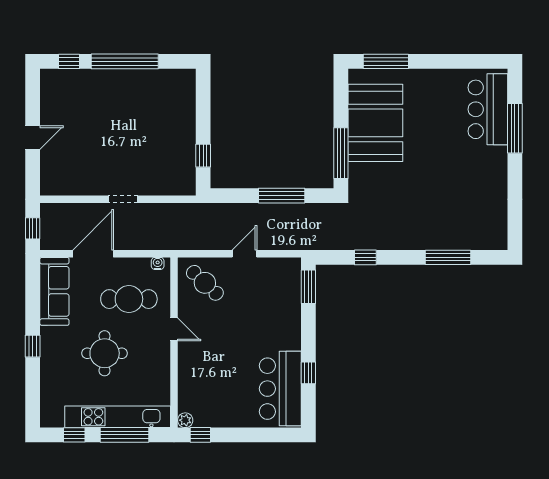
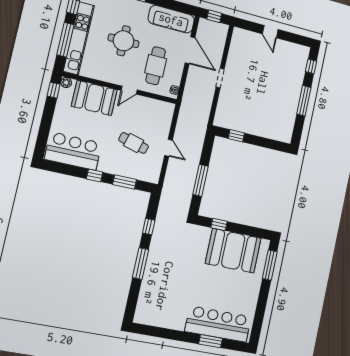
window: (125, 61) -> (304, 101), width x0.68
bar counter: (488, 109) -> (218, 324), width x1.36
window: (515, 128) -> (211, 341), width x0.69
window: (341, 153) -> (219, 225), width x0.46
window: (448, 257) -> (141, 264), moved
cafe table: (205, 283) -> (134, 143), moved, turned 62
window: (308, 287) -> (125, 182), moved
window: (308, 373) -> (95, 175), moved
booth: (197, 376) -> (94, 98), added

